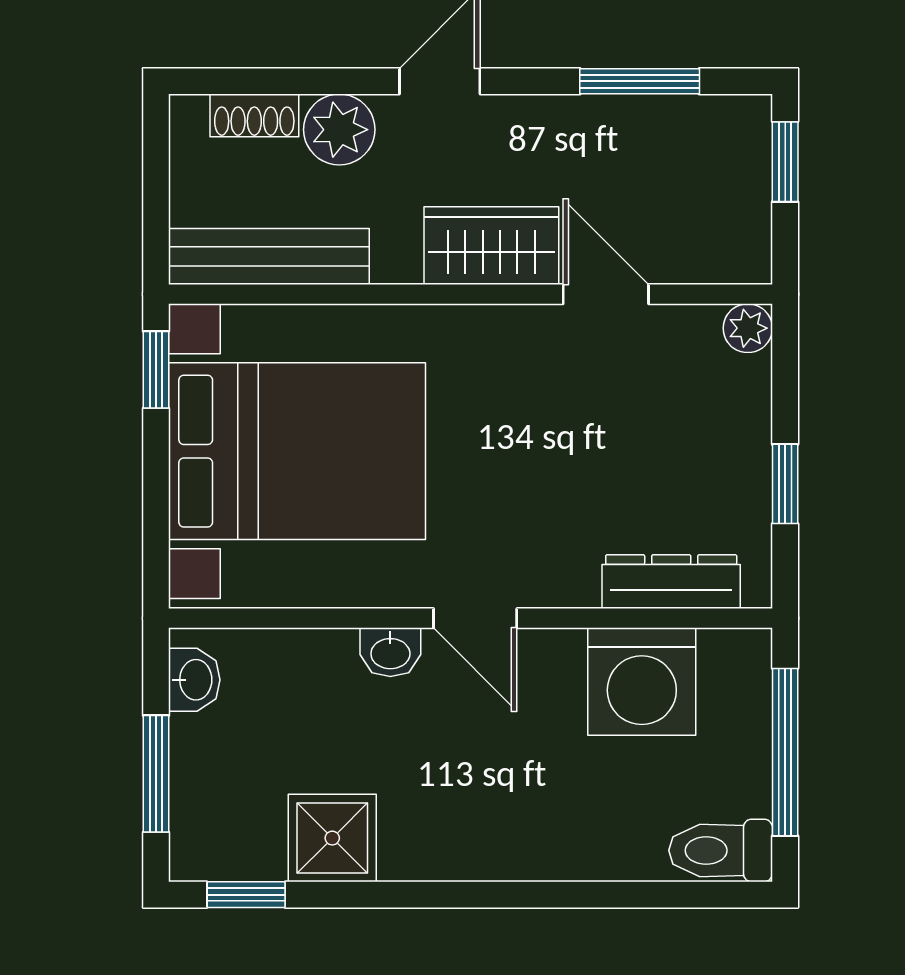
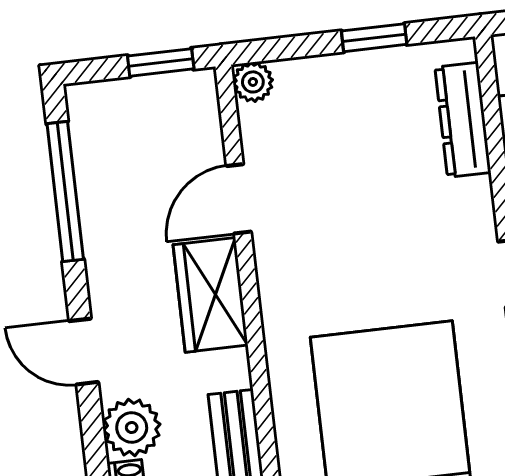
window: (640, 81) -> (65, 191), width x1.44
window: (785, 162) -> (161, 62), moved

